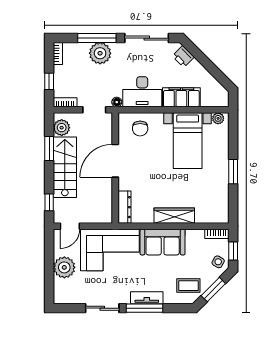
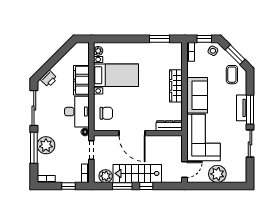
window: (233, 172) -> (160, 39), moved
window: (49, 202) -> (146, 186), moved
door: (70, 226) -> (184, 169), hinge flipped

